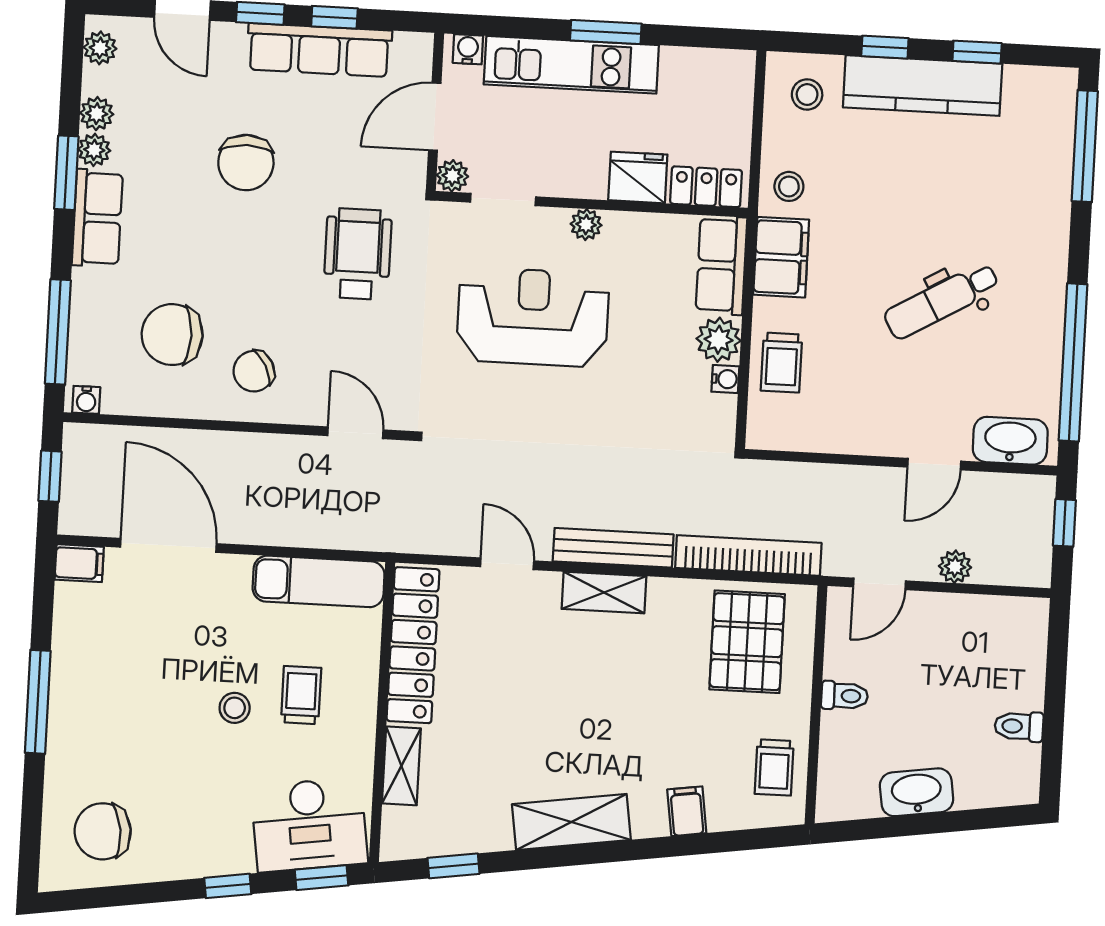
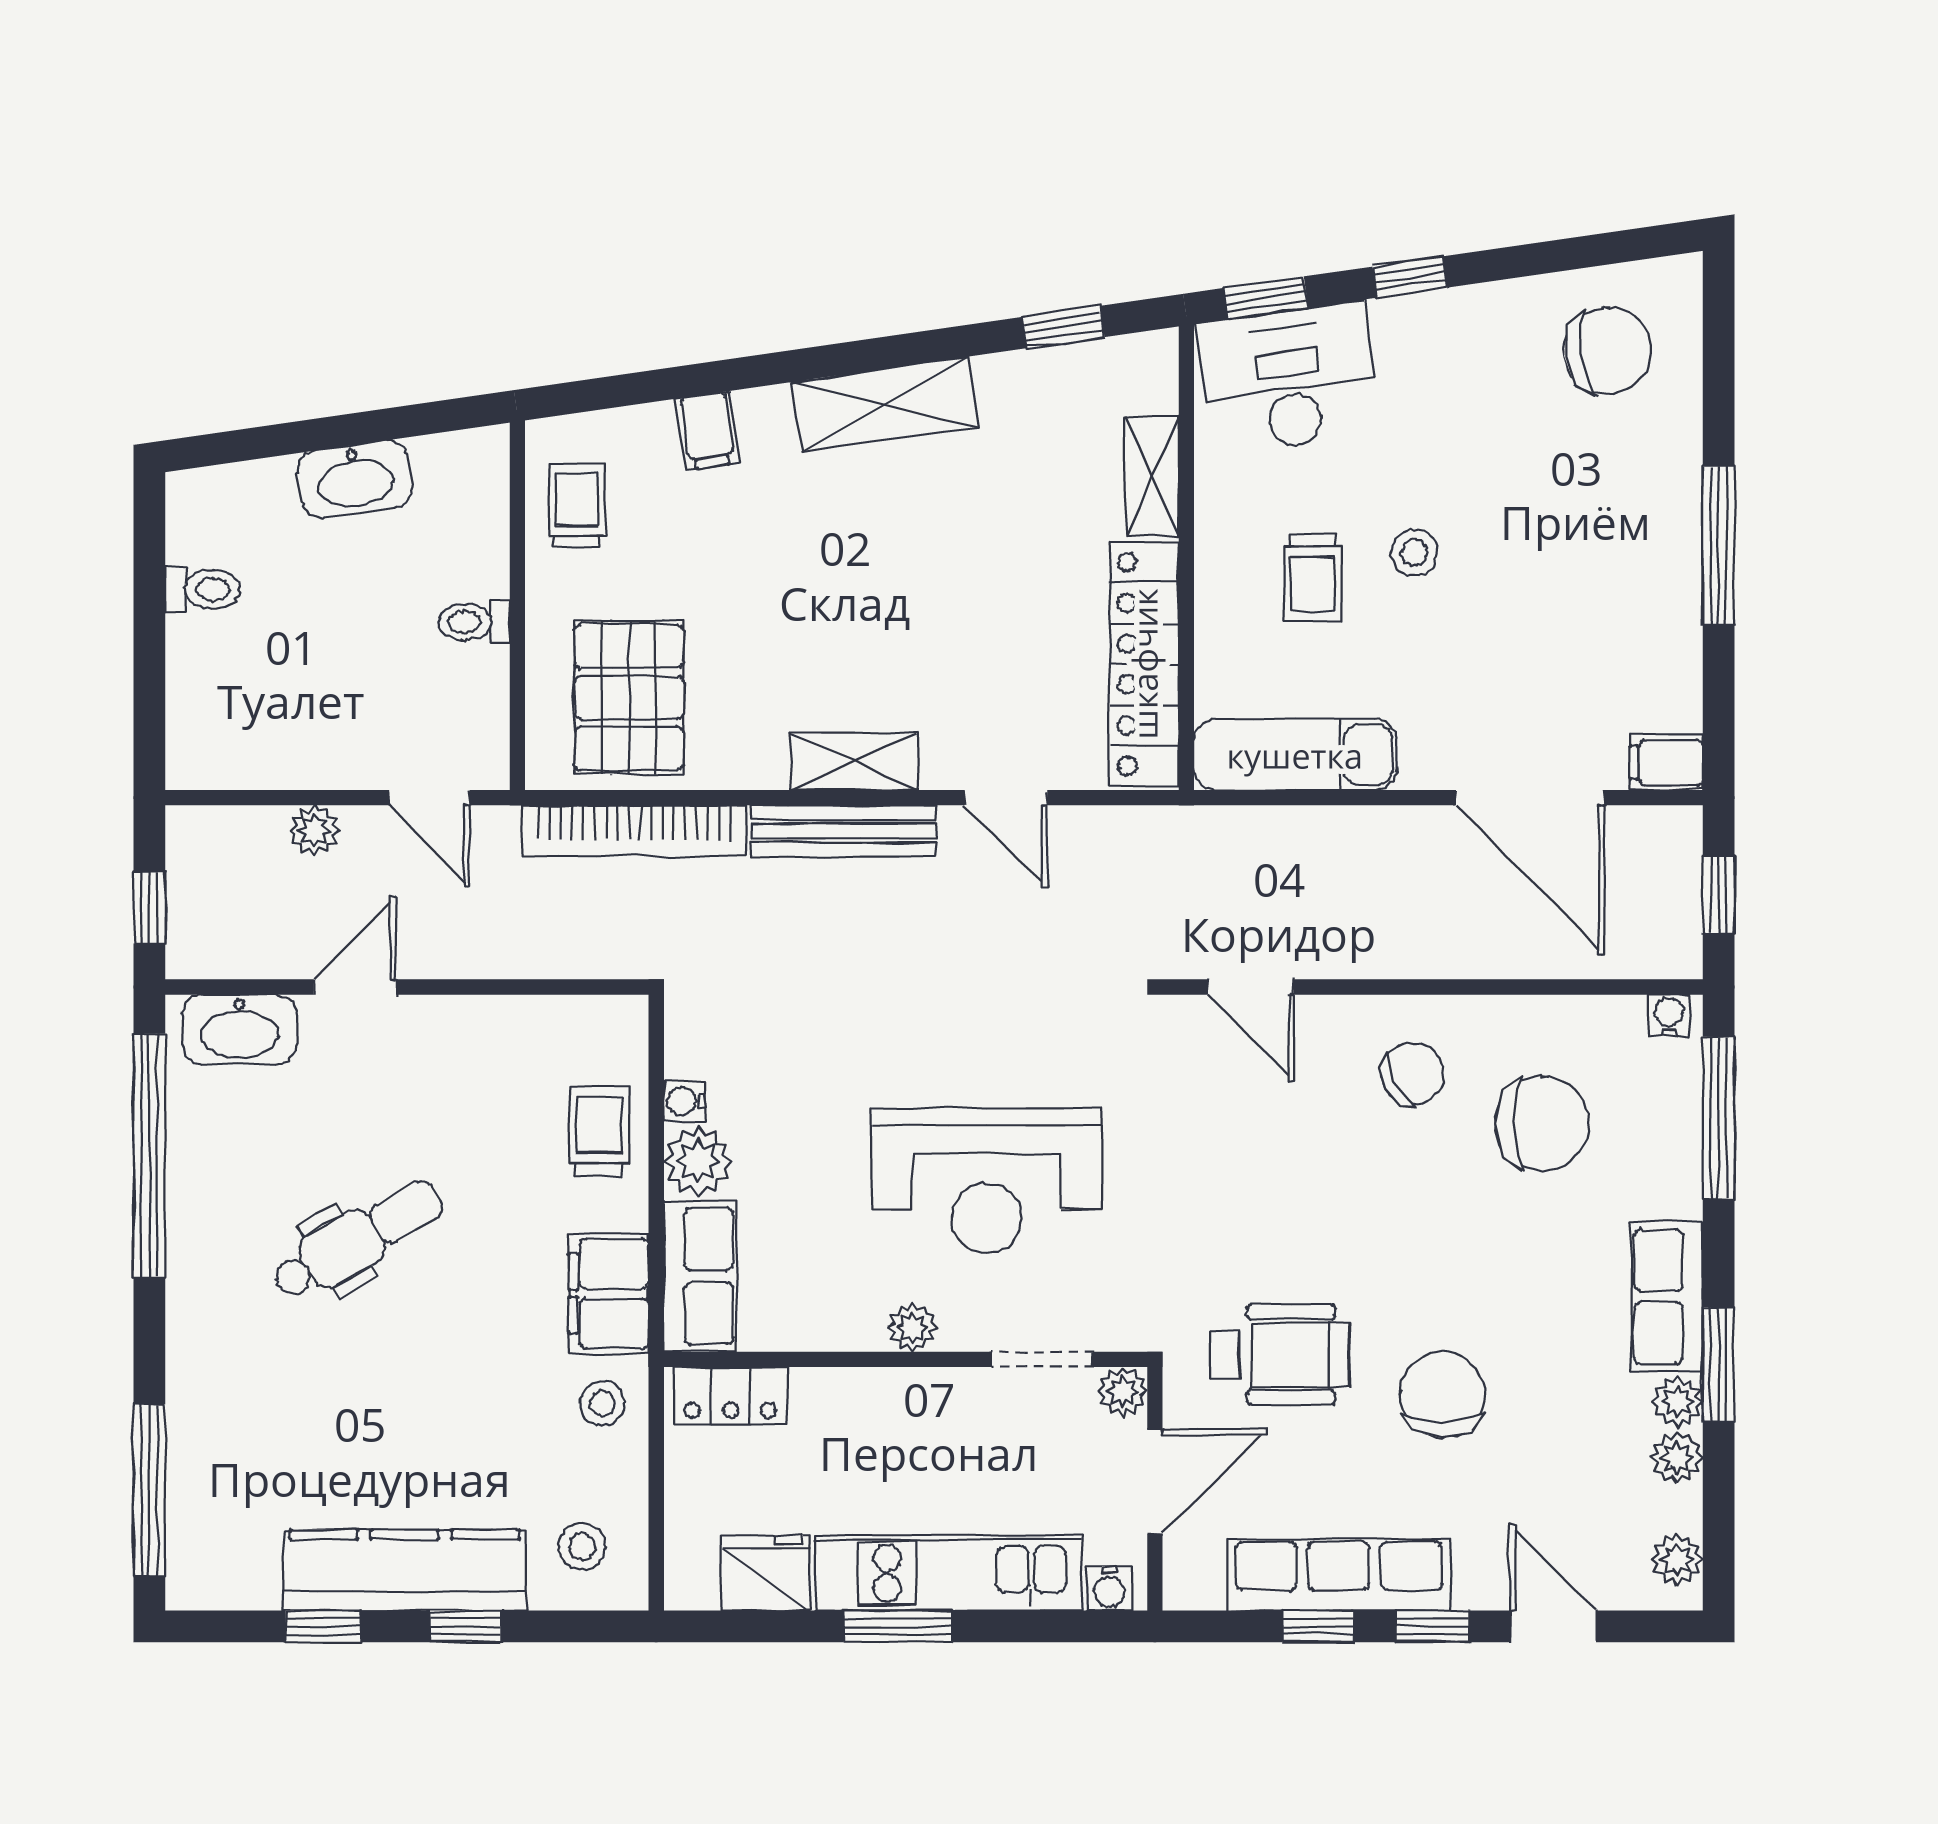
fridge: (638, 177) -> (766, 1573), moved, turned 180
wheelchair: (358, 254) -> (1280, 1355), moved, turned -90
door: (880, 584) -> (429, 798), swing flipped

